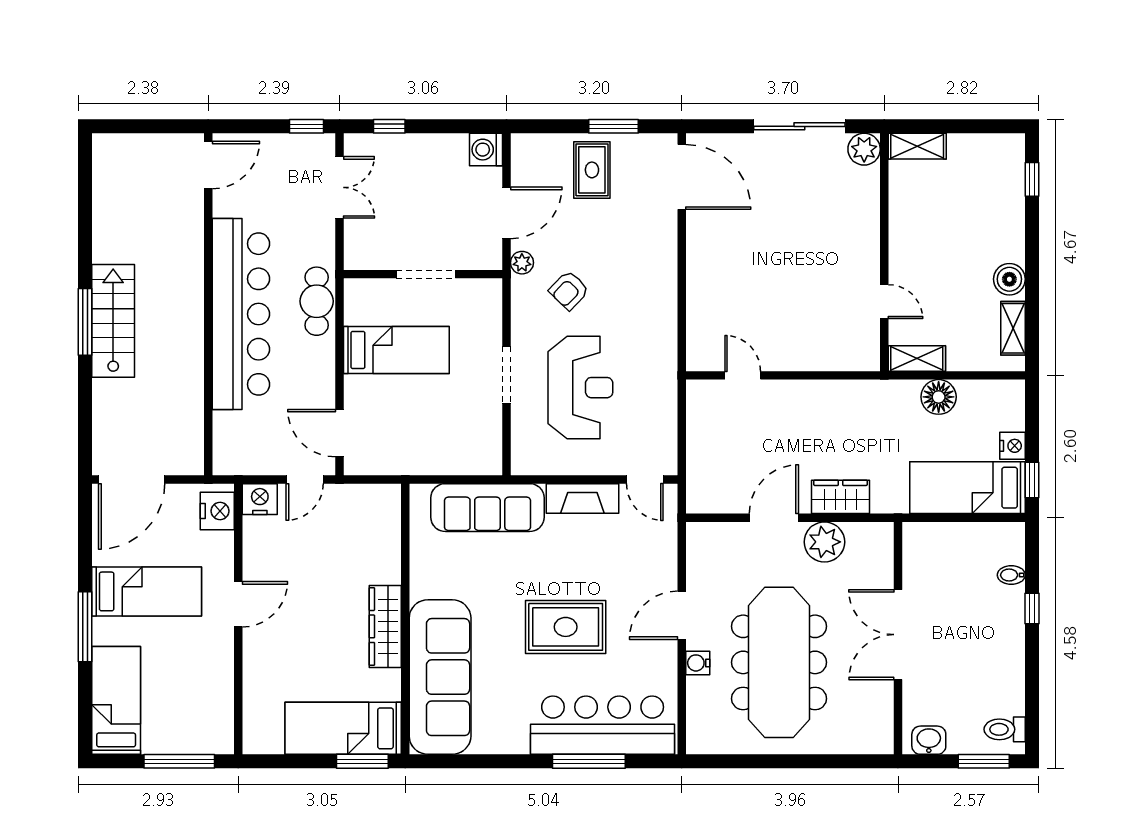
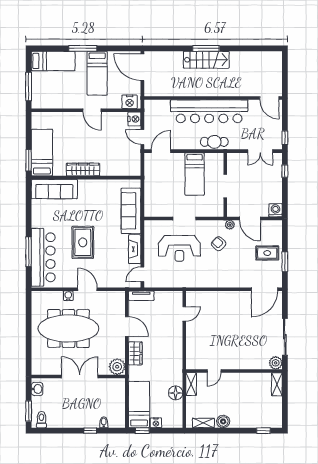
tv unit: (698, 482) -> (141, 296), added
plant: (824, 542) -> (117, 367), moved
sofa: (440, 677) -> (54, 189), width x0.74, depth x0.79

